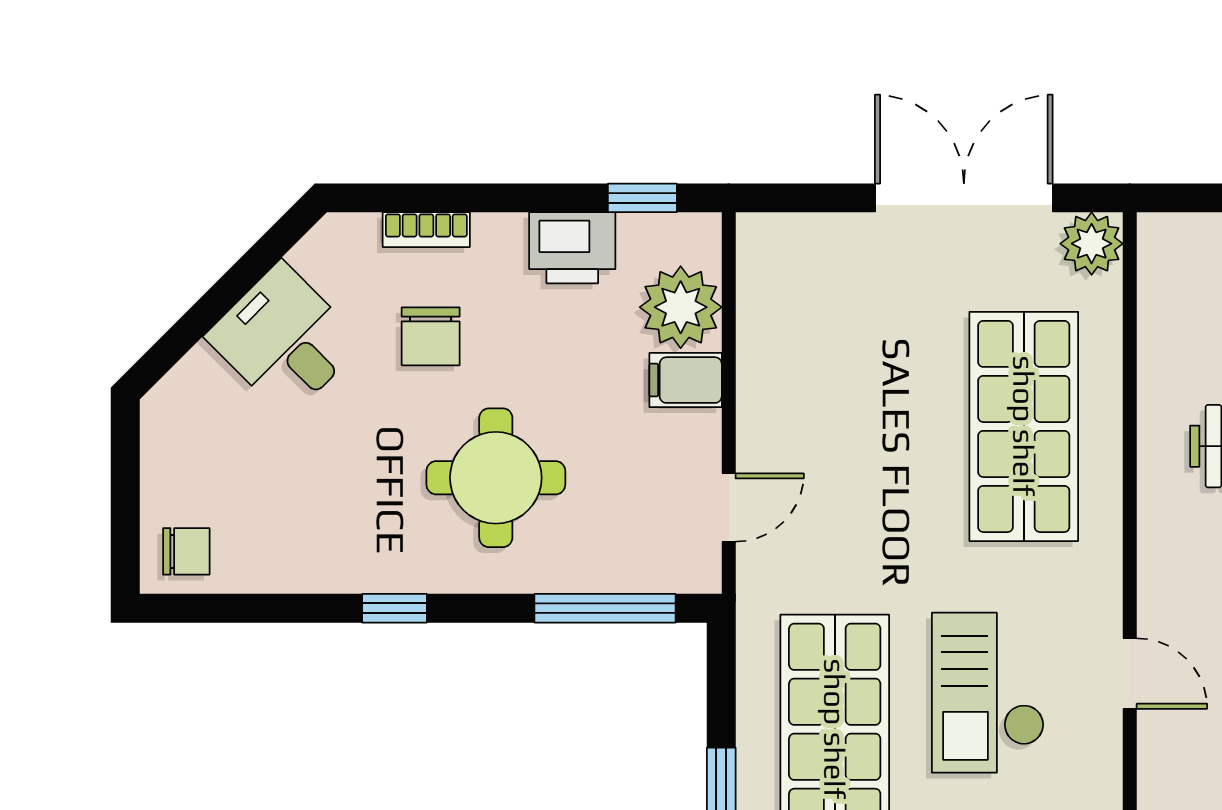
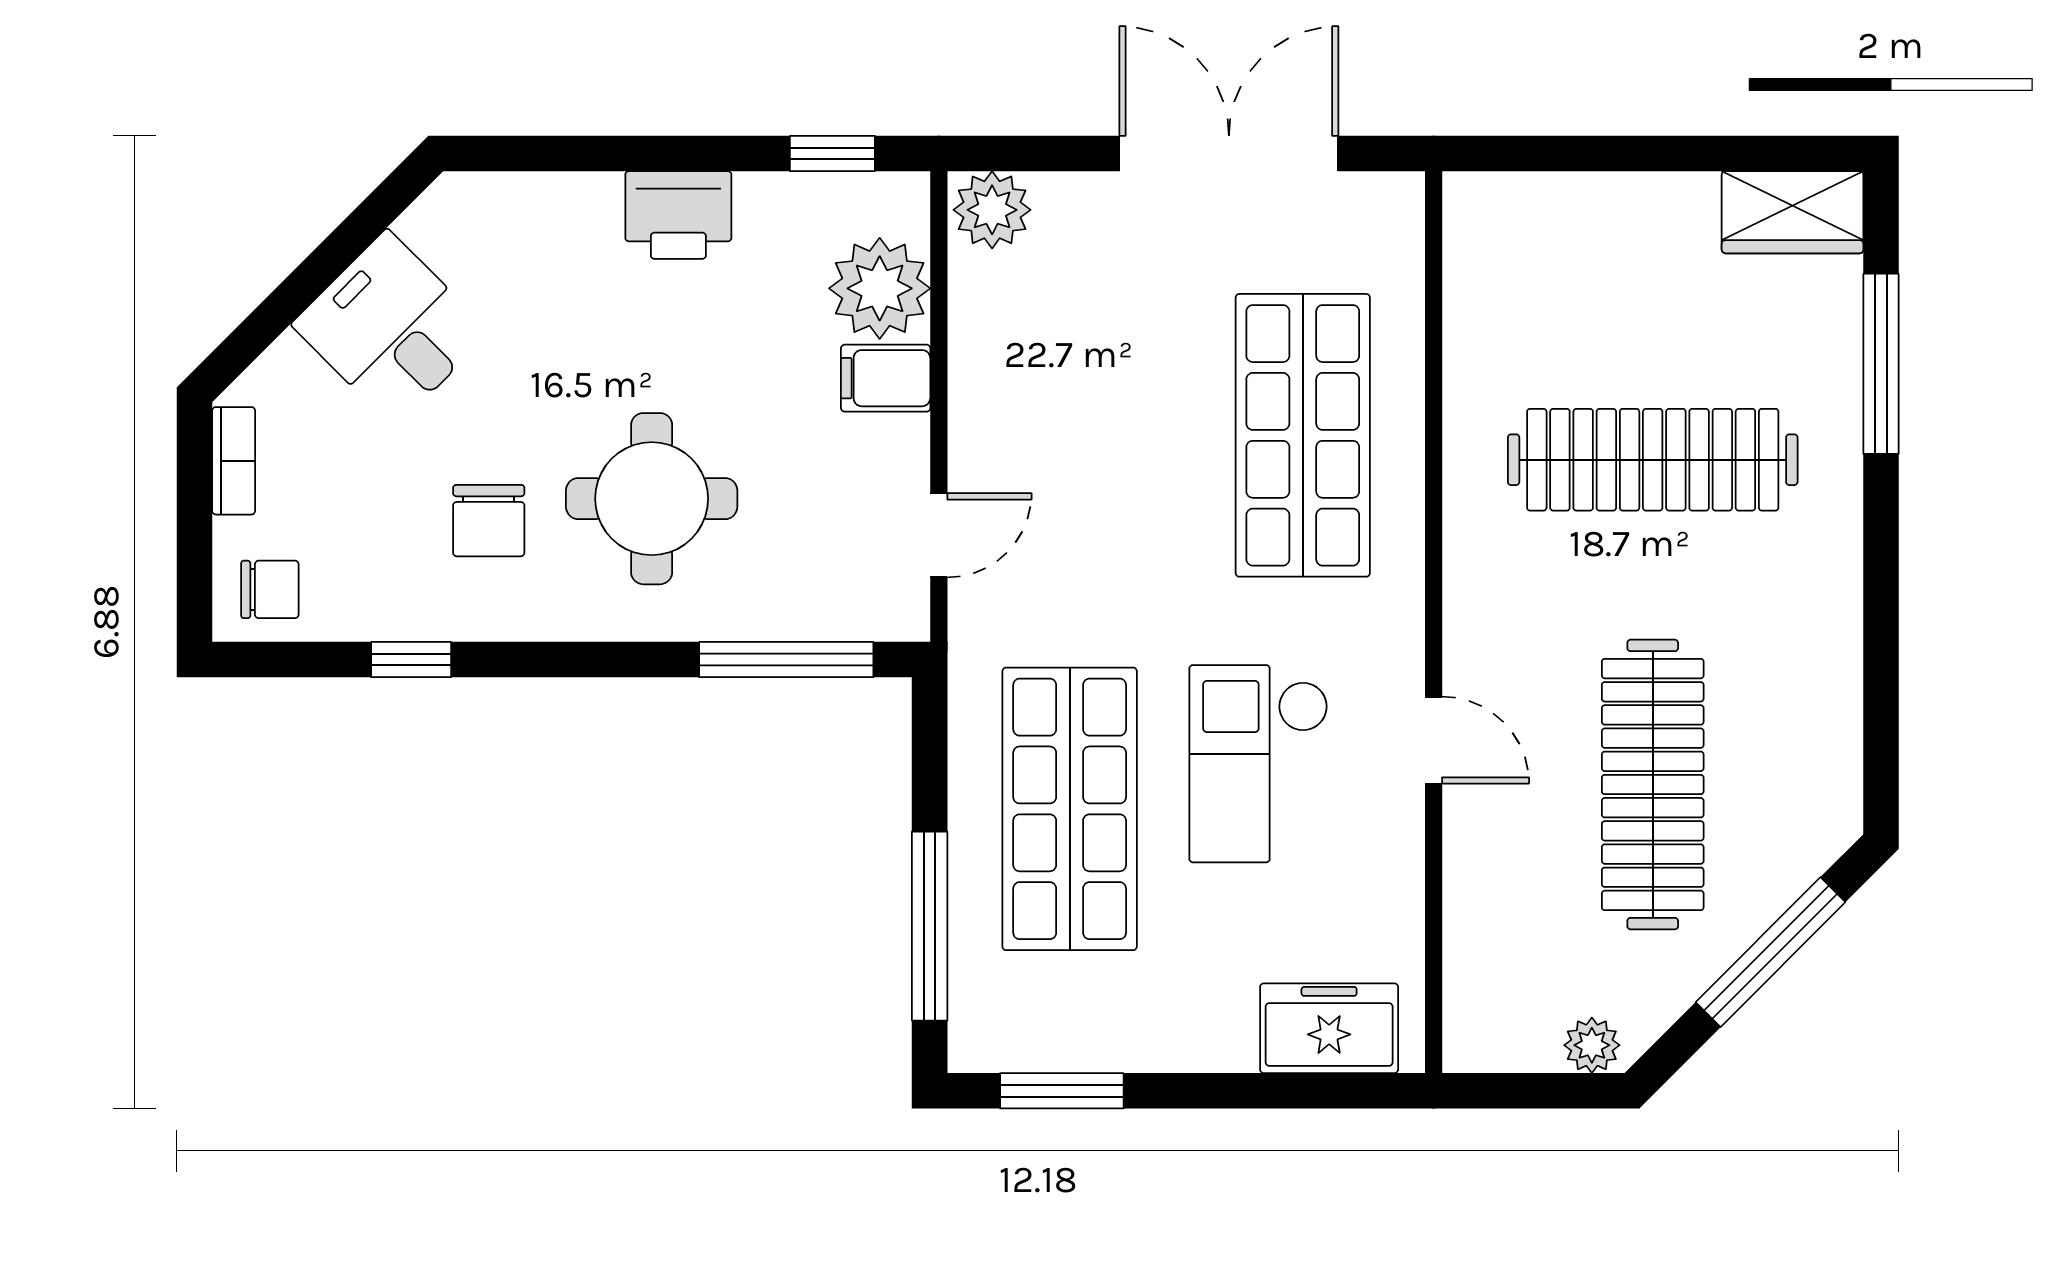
bookcase: (426, 230) -> (234, 461), moved, turned -90
plant: (1092, 244) -> (992, 210), moved
printer: (572, 248) -> (678, 215), moved
chair: (431, 336) -> (489, 521), moved
window: (394, 608) -> (411, 660), moved

